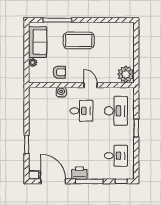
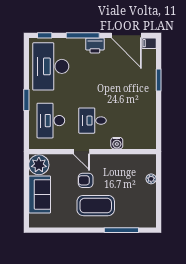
sofa: (38, 42) -> (40, 194), moved, turned 180
armchair: (59, 72) -> (86, 180), moved
desk: (116, 156) -> (51, 66), width x1.87, depth x1.30

